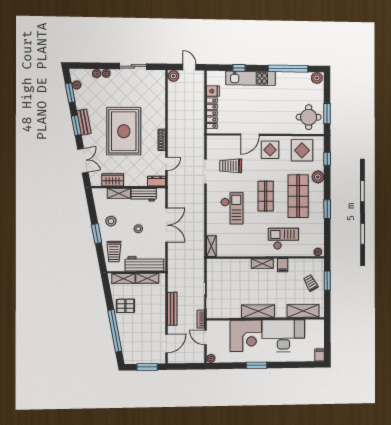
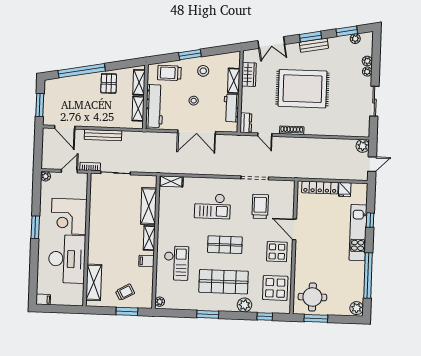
shelving: (258, 311) -> (149, 206), moved

